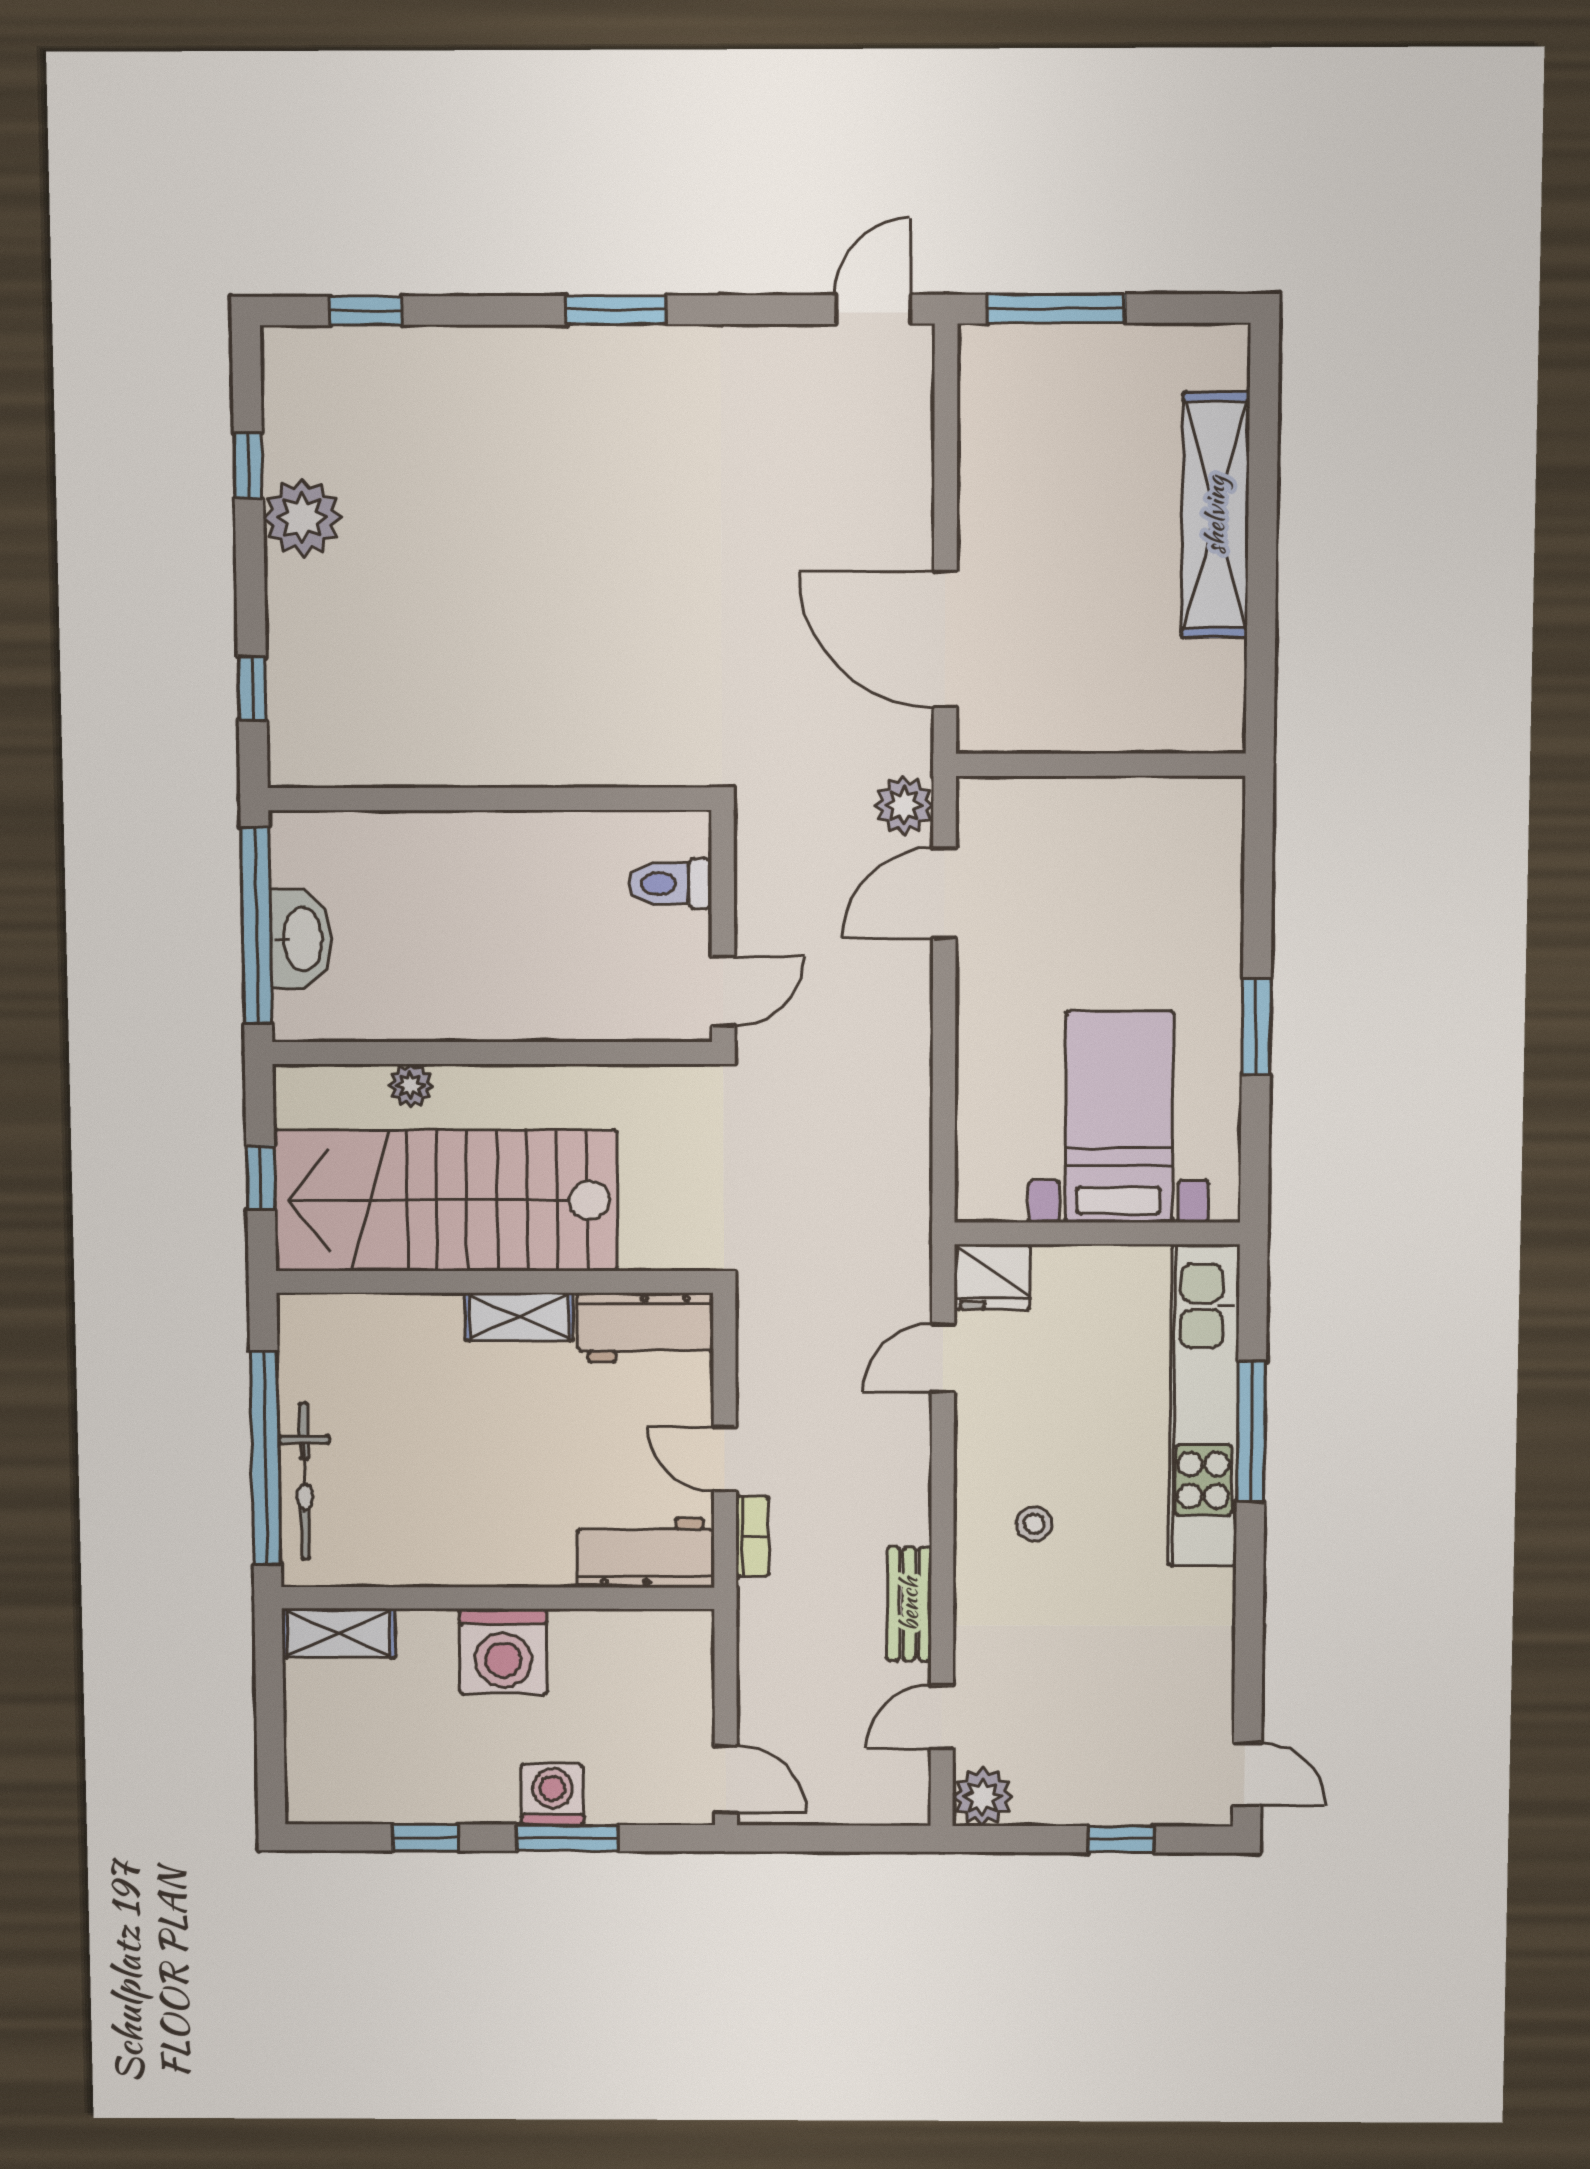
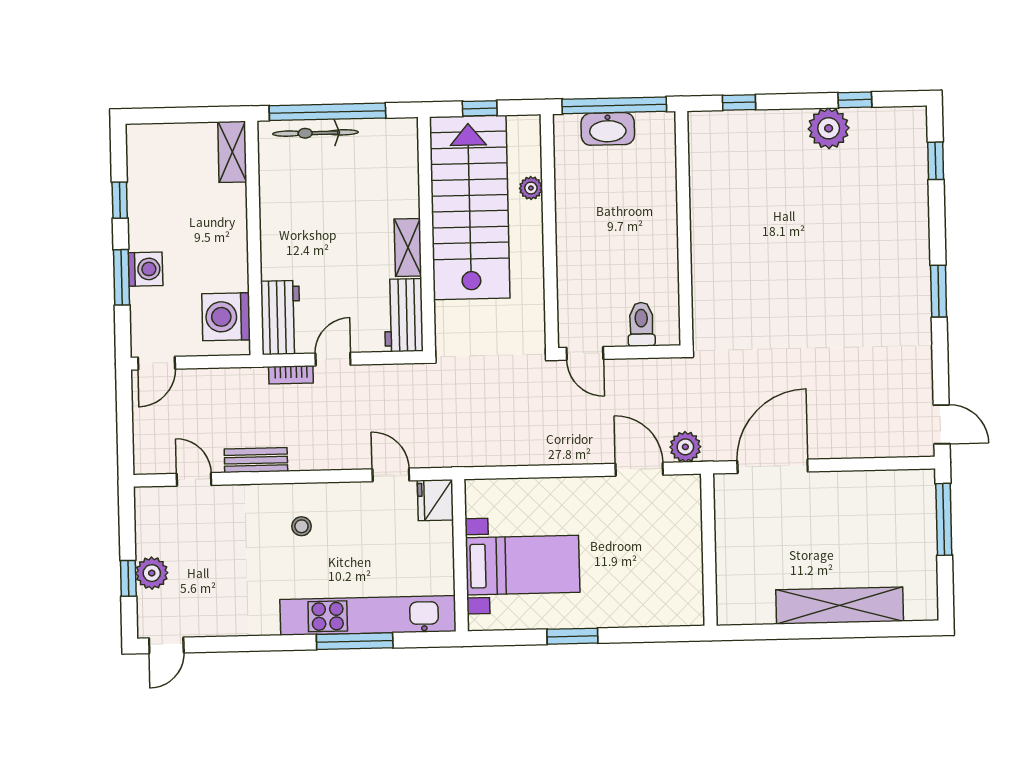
washing machine: (503, 1651) -> (226, 317), moved
plant: (982, 1797) -> (152, 573), moved

